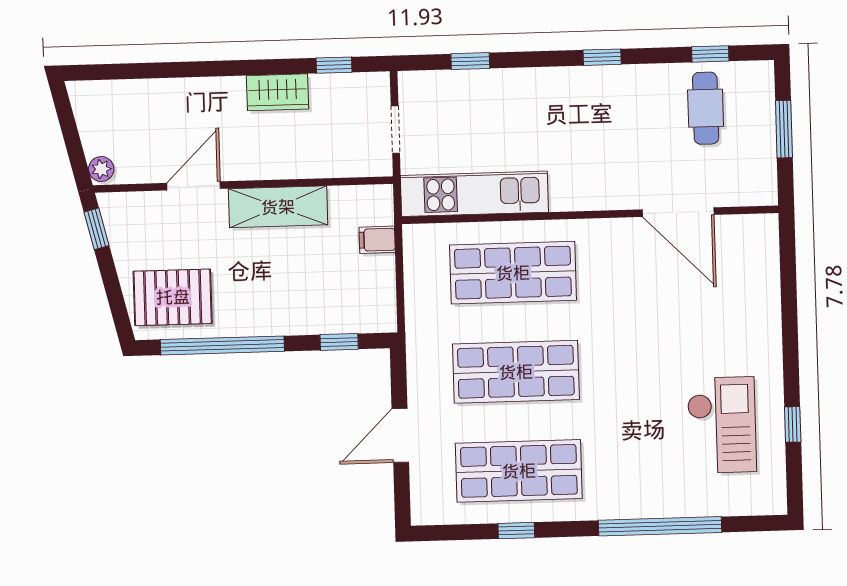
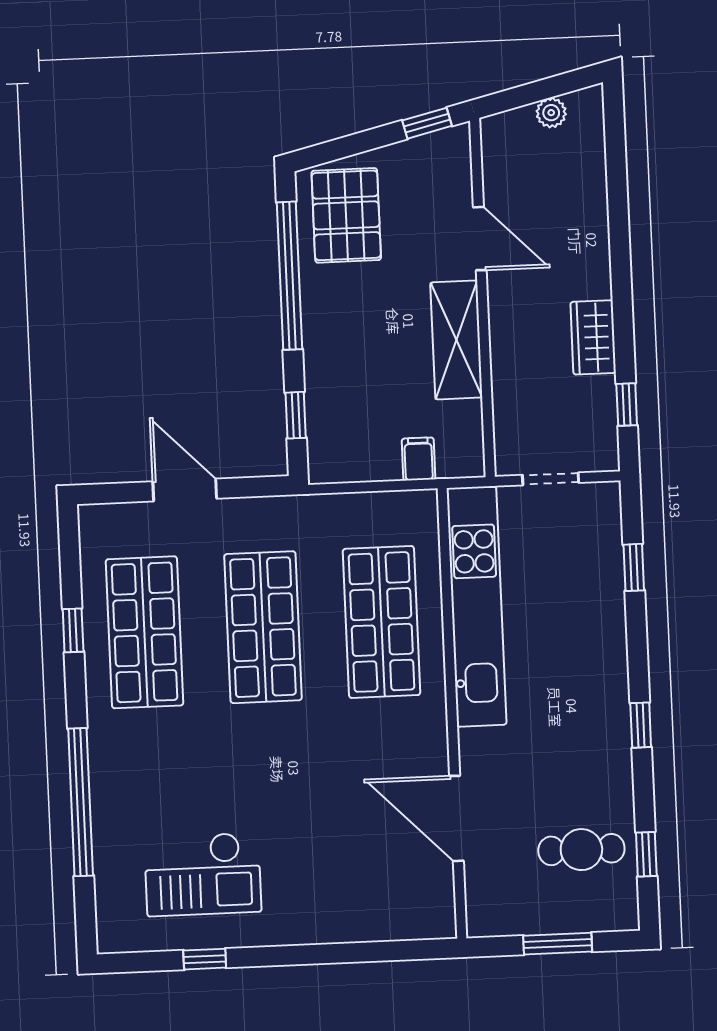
plant: (101, 169) -> (551, 113), moved
kitchen unit: (474, 194) -> (477, 606), width x1.36
door: (678, 212) -> (457, 818), hinge flipped

